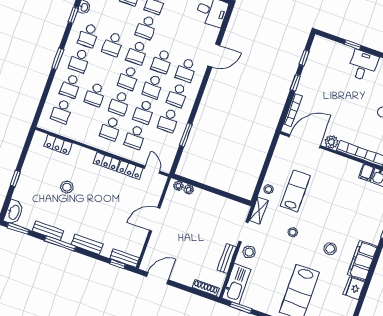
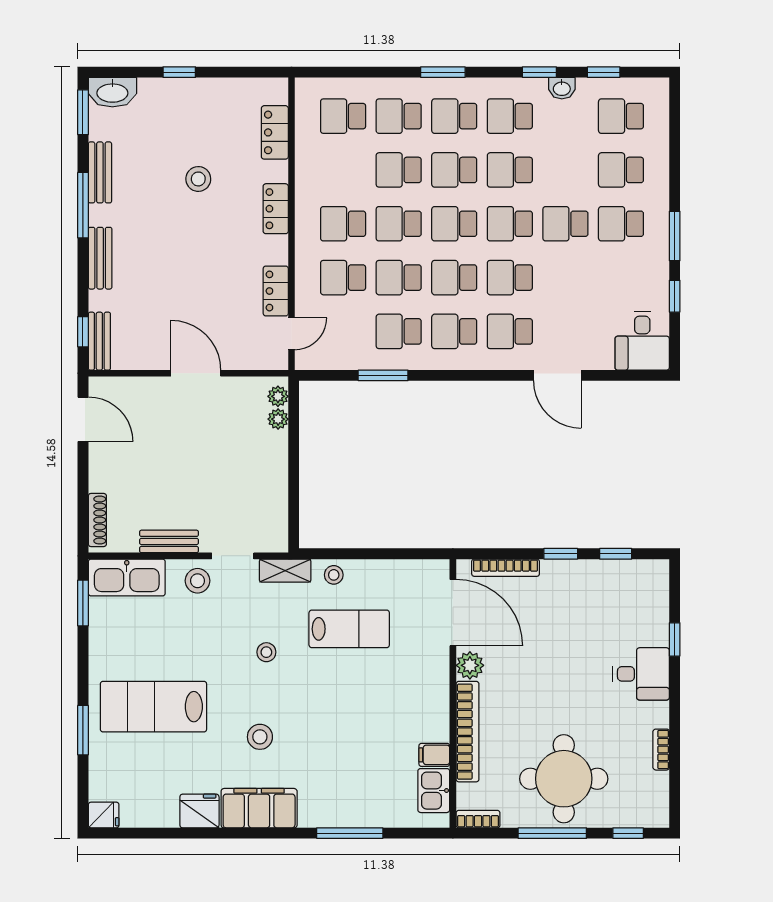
school desk: (104, 69) -> (454, 170), added
locker: (107, 162) -> (276, 209), moved

